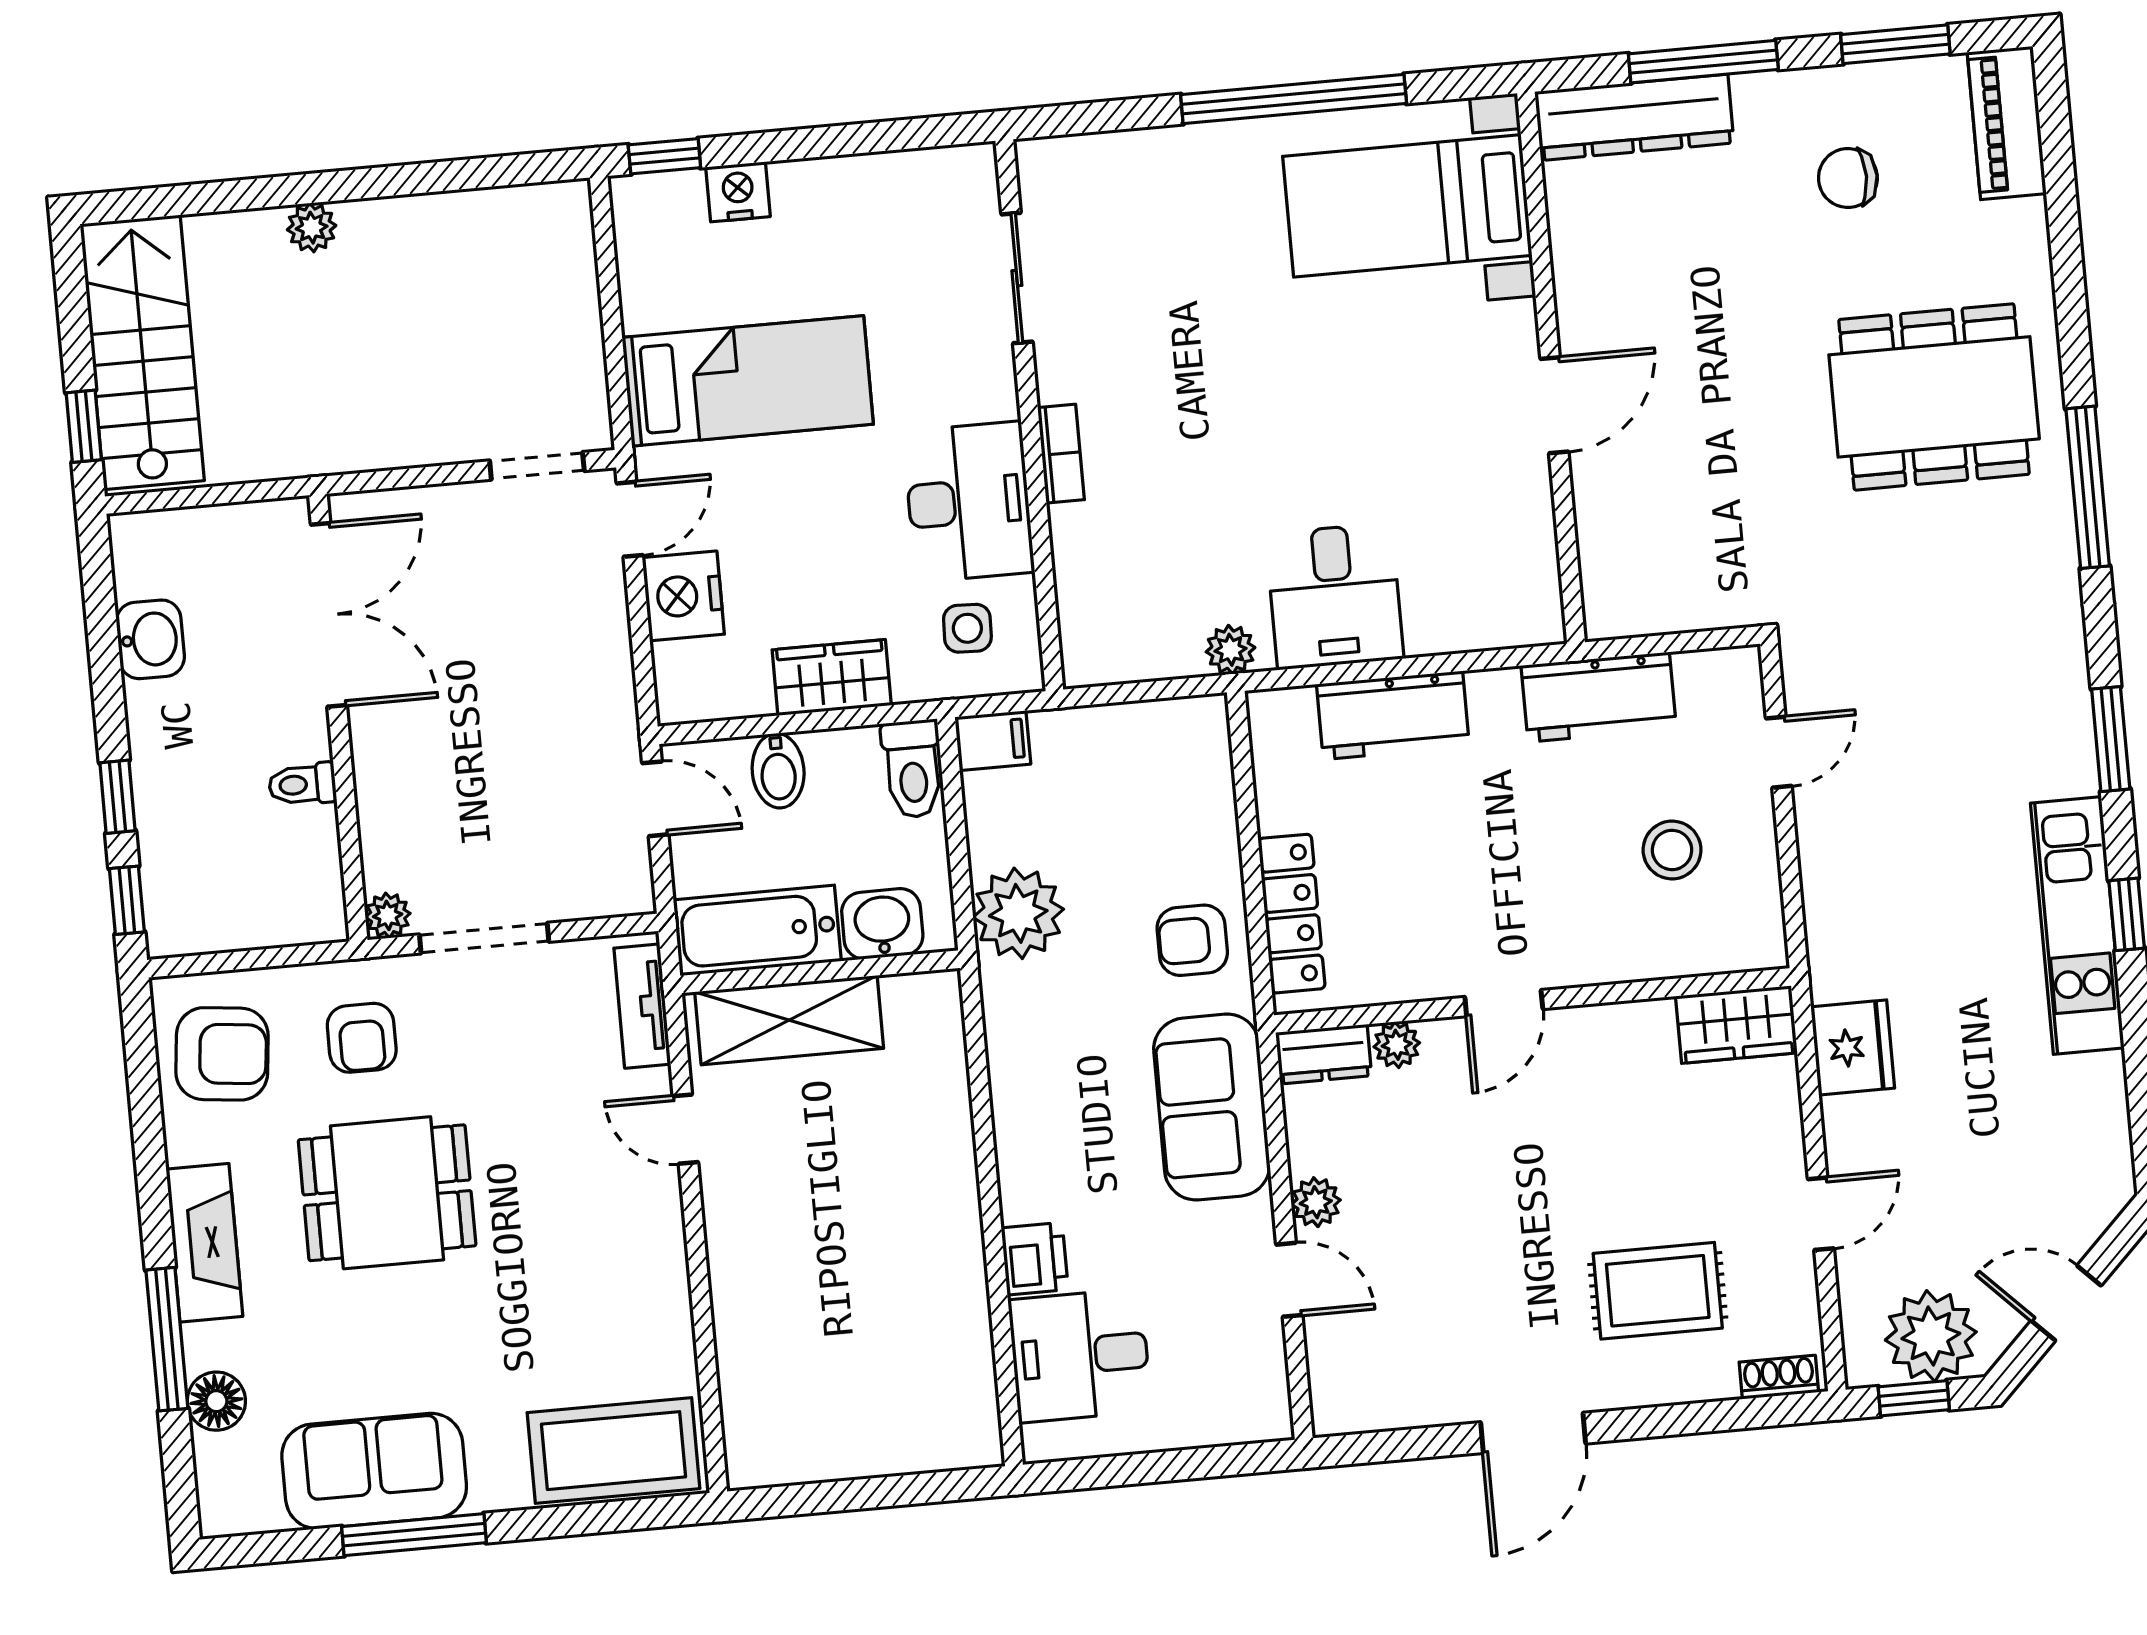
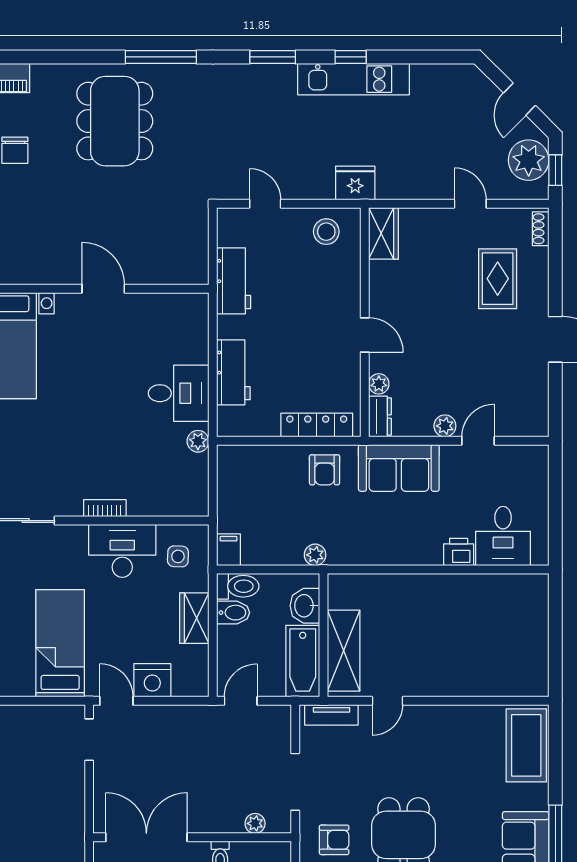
bidet: (778, 771) -> (233, 613), moved
stool: (1672, 850) -> (326, 232), moved
plant: (1018, 913) -> (315, 555), width x0.53, depth x0.53
plant: (388, 915) -> (255, 823), moved
fridge: (1853, 1047) -> (355, 183), moved

